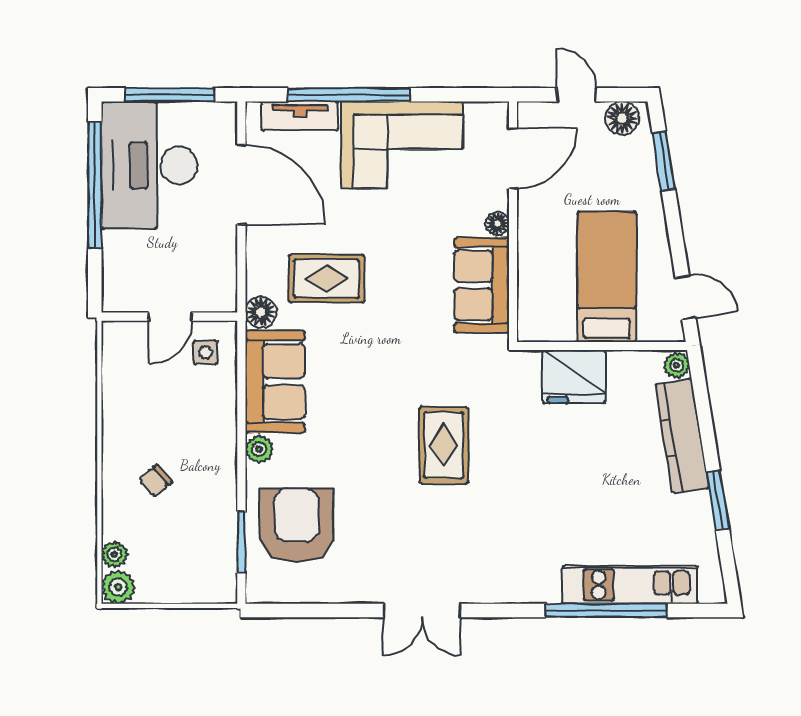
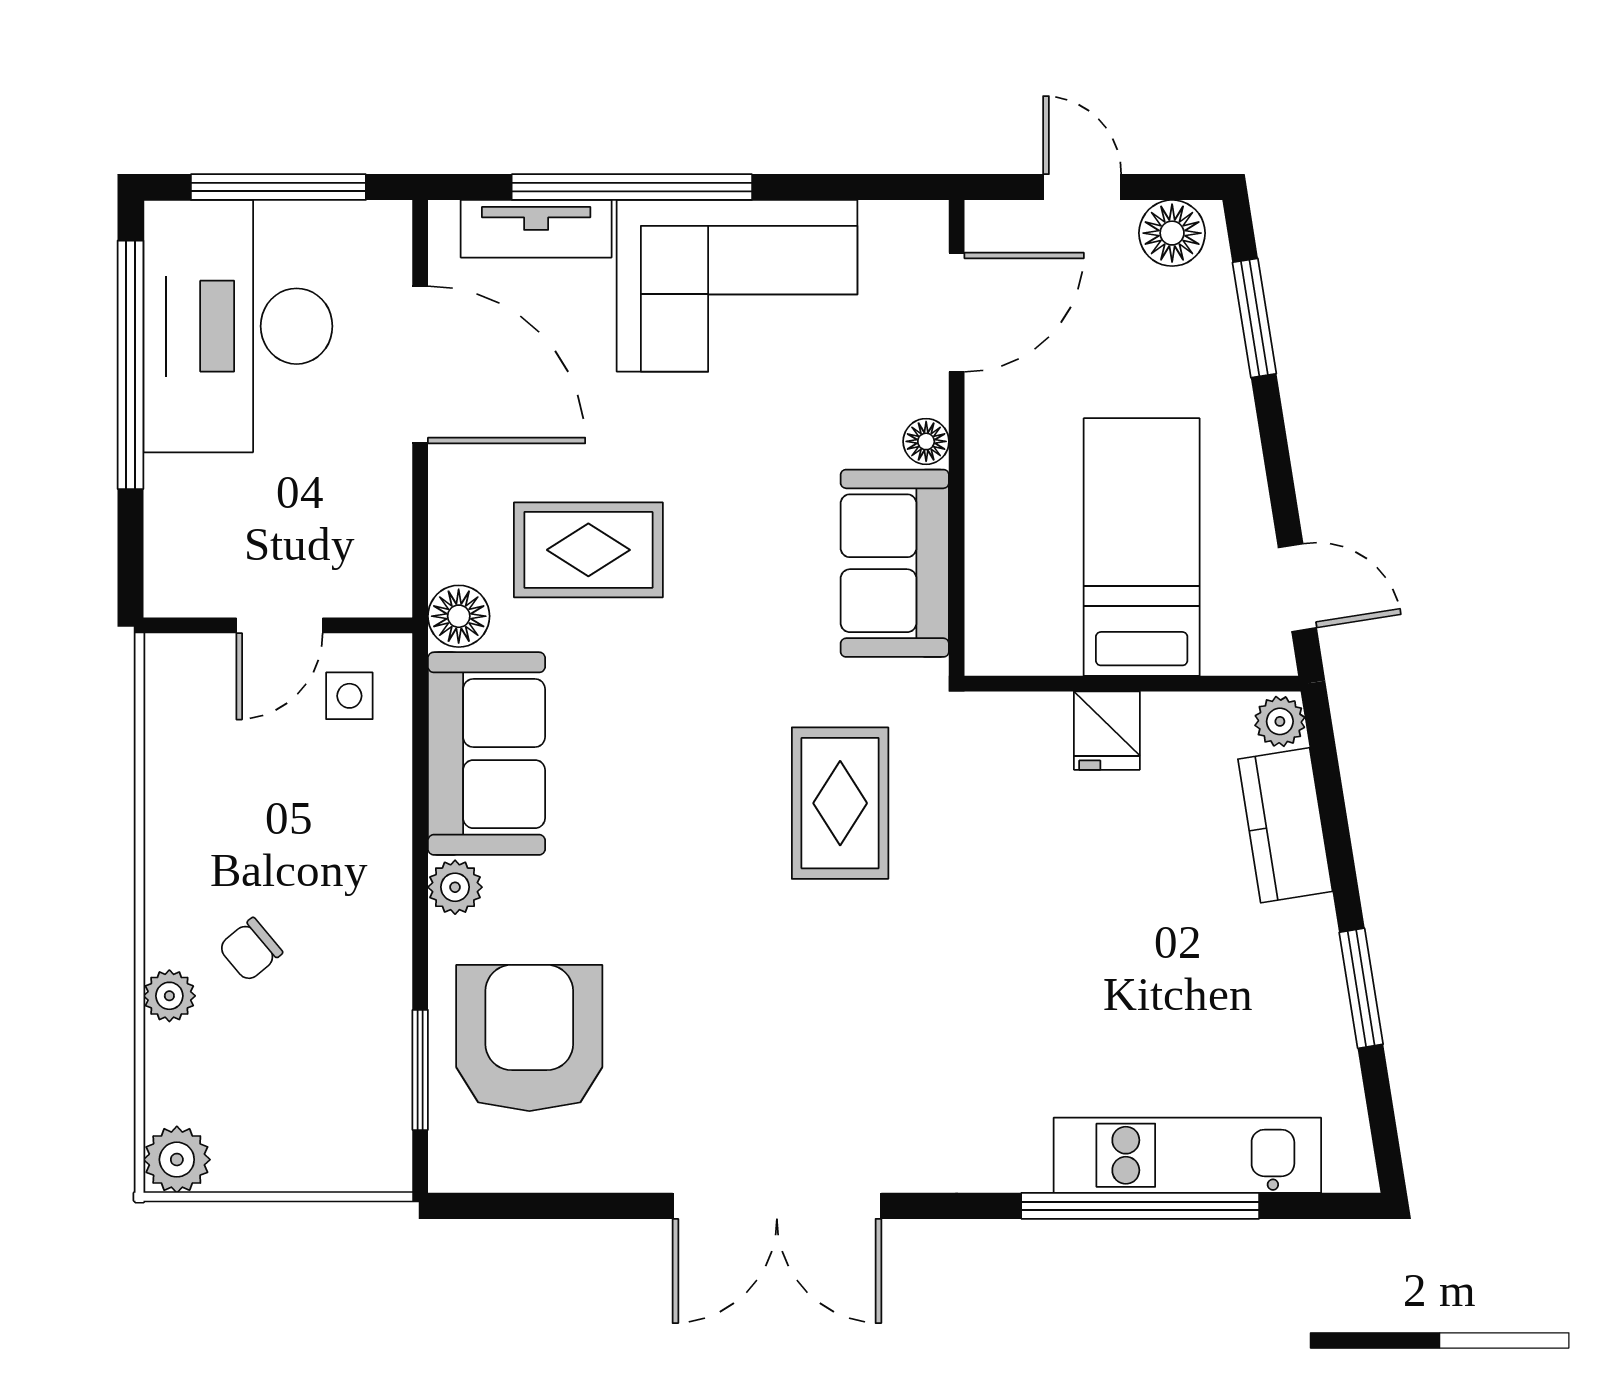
fridge: (574, 377) -> (1107, 731), width x0.53, depth x0.75
kitchen counter: (682, 436) -> (1285, 825), width x0.67
rug: (444, 445) -> (840, 803), moved
plant: (114, 554) -> (169, 996), moved
double door: (422, 610) -> (777, 1206), width x1.37

